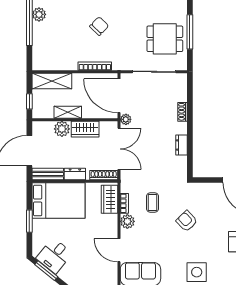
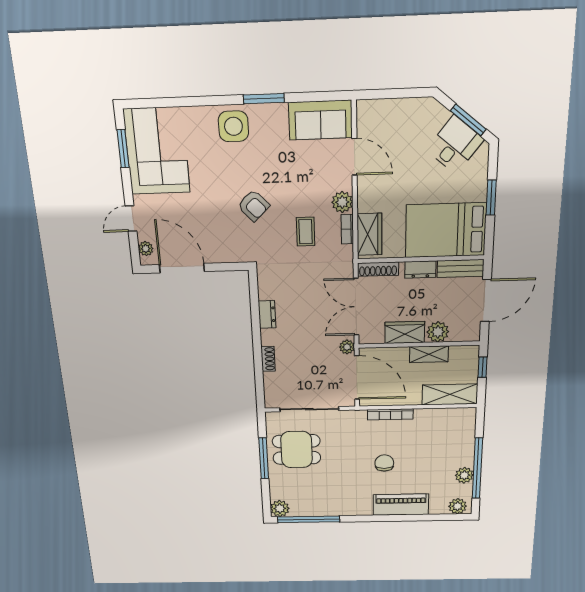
chair: (99, 26) -> (384, 463), turned 136

